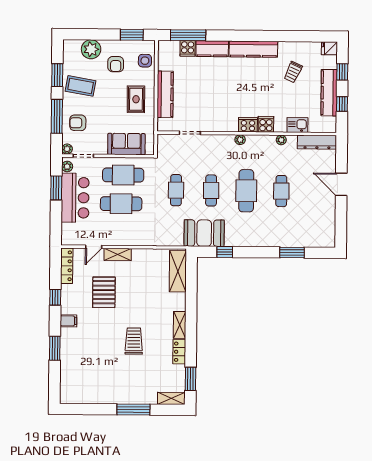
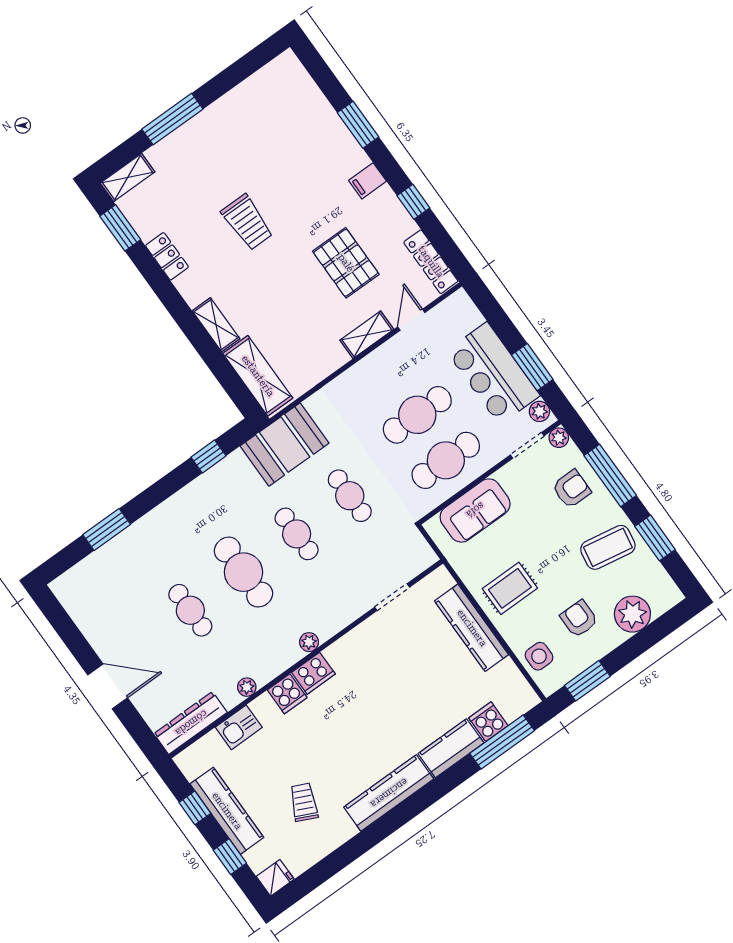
rug: (136, 99) -> (510, 588), turned 90
booth: (204, 233) -> (285, 445), moved
shelving: (180, 325) -> (216, 325), moved

